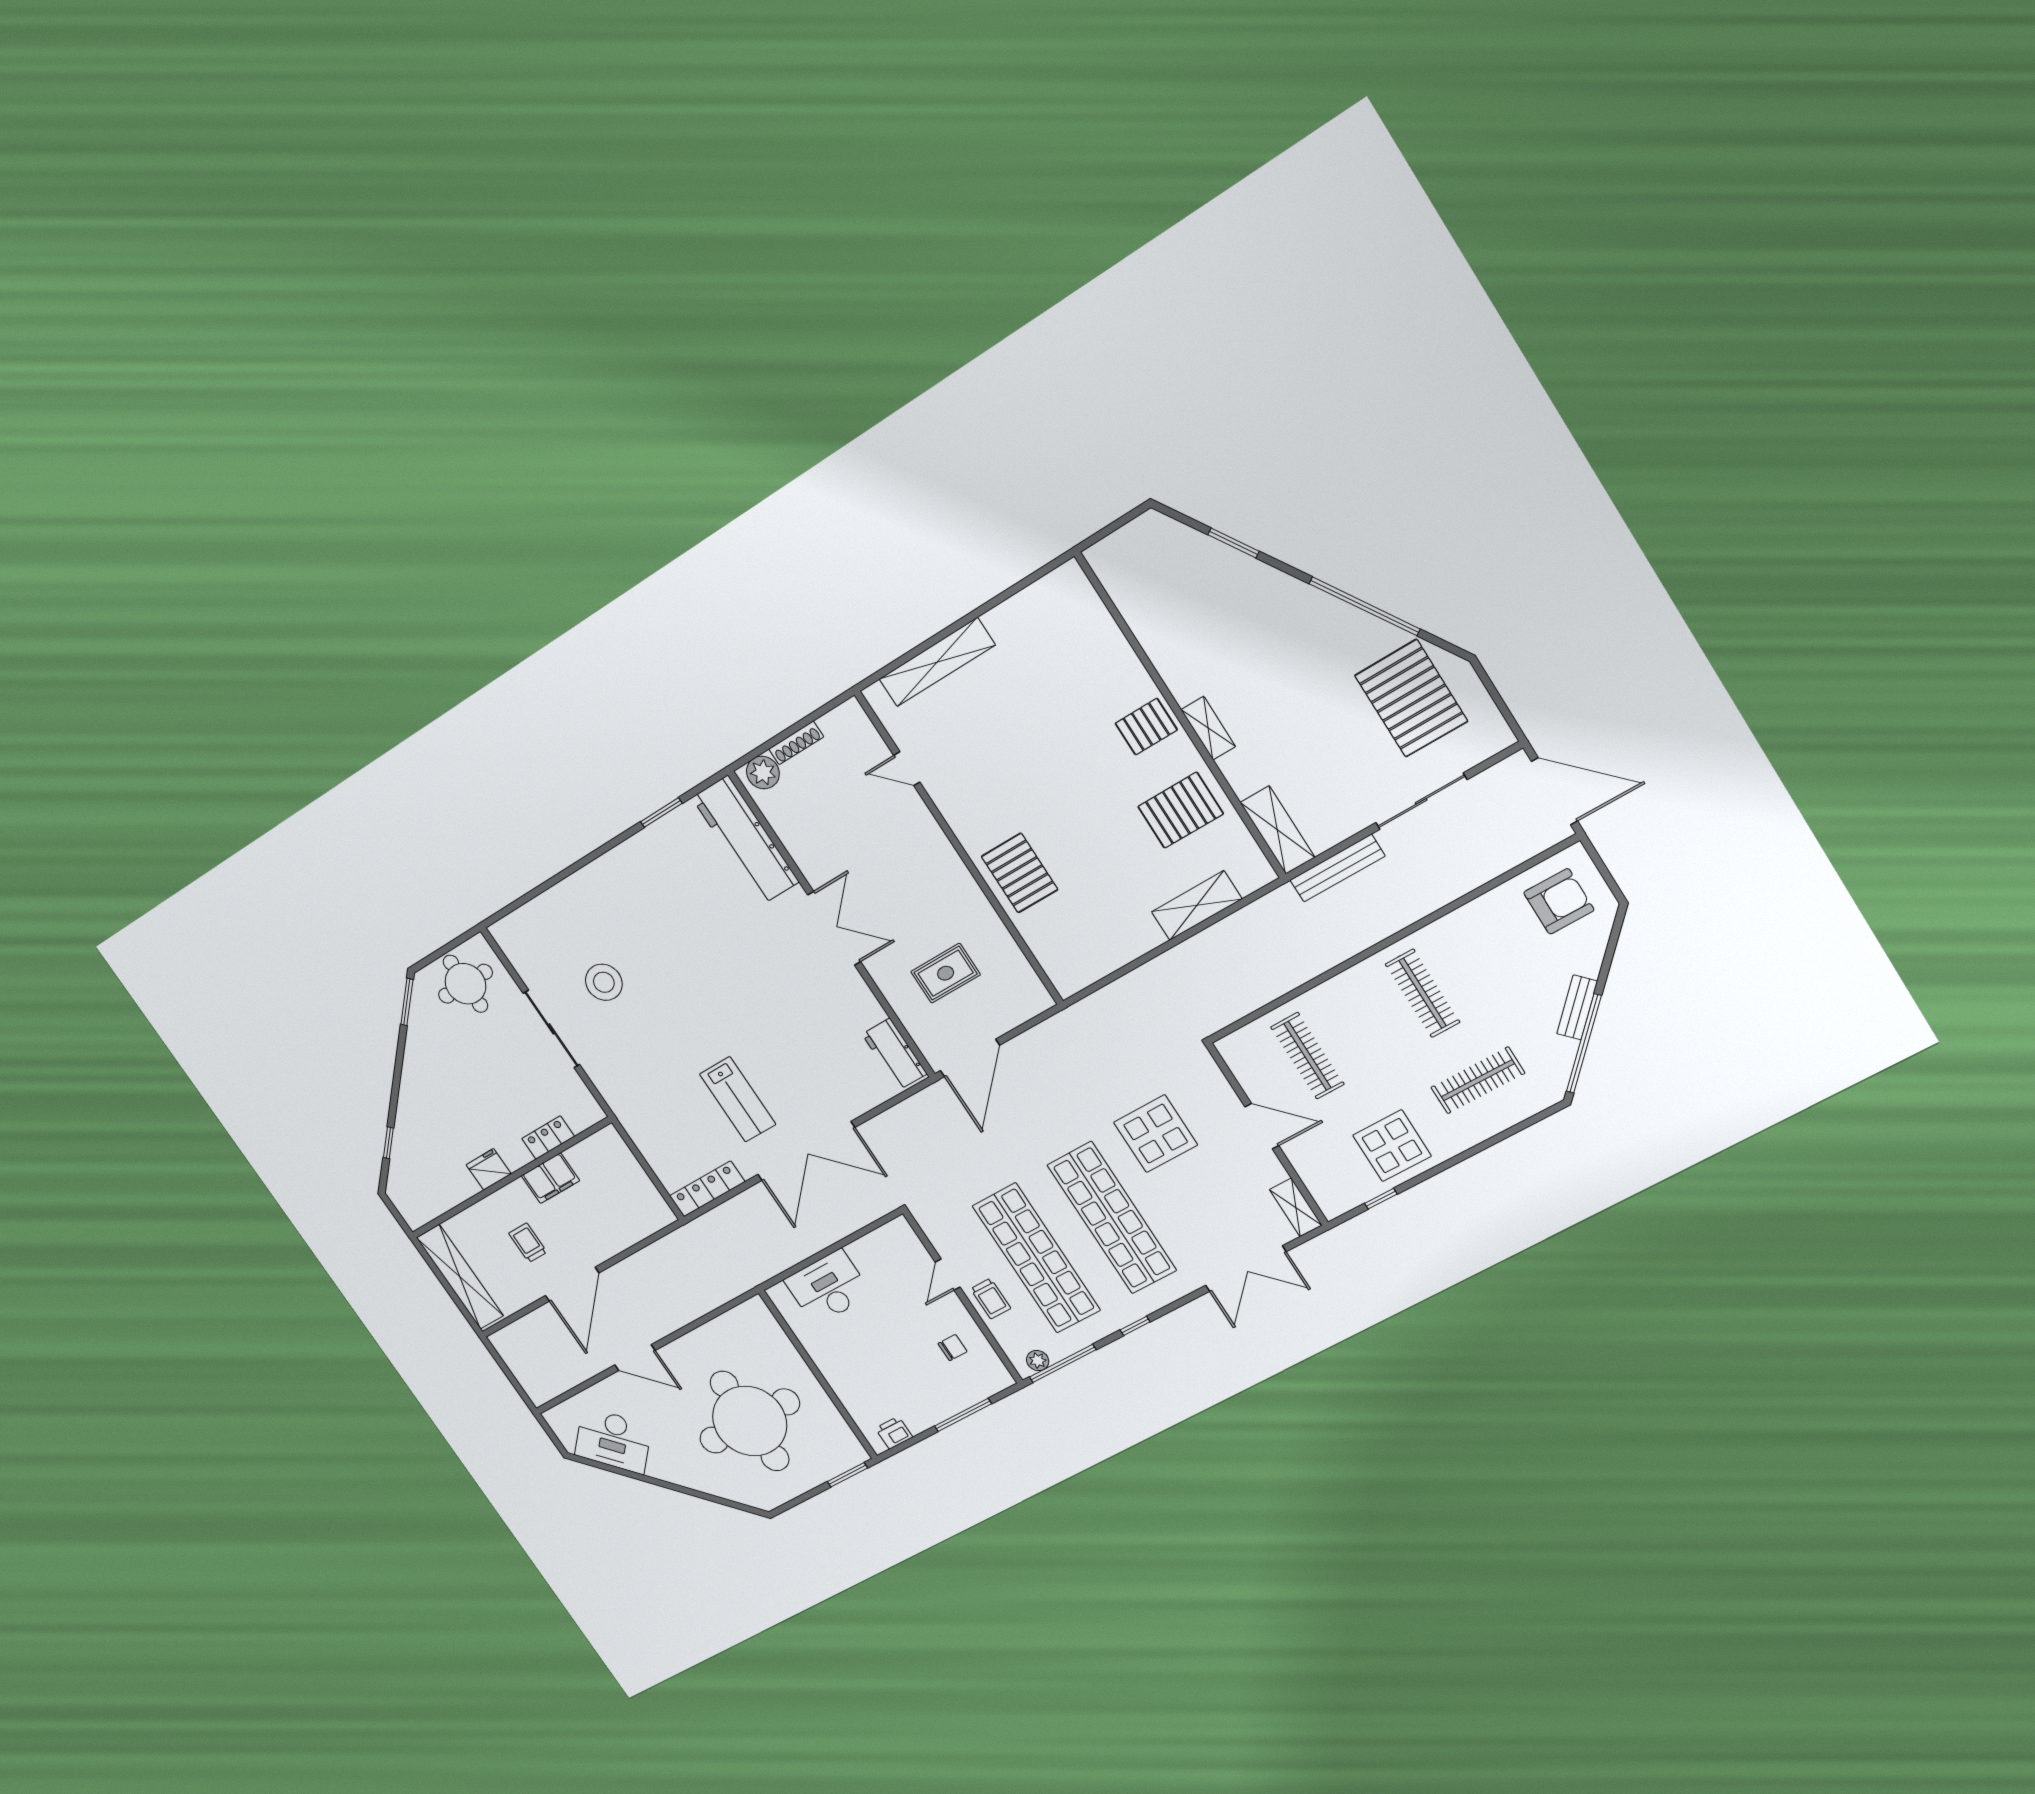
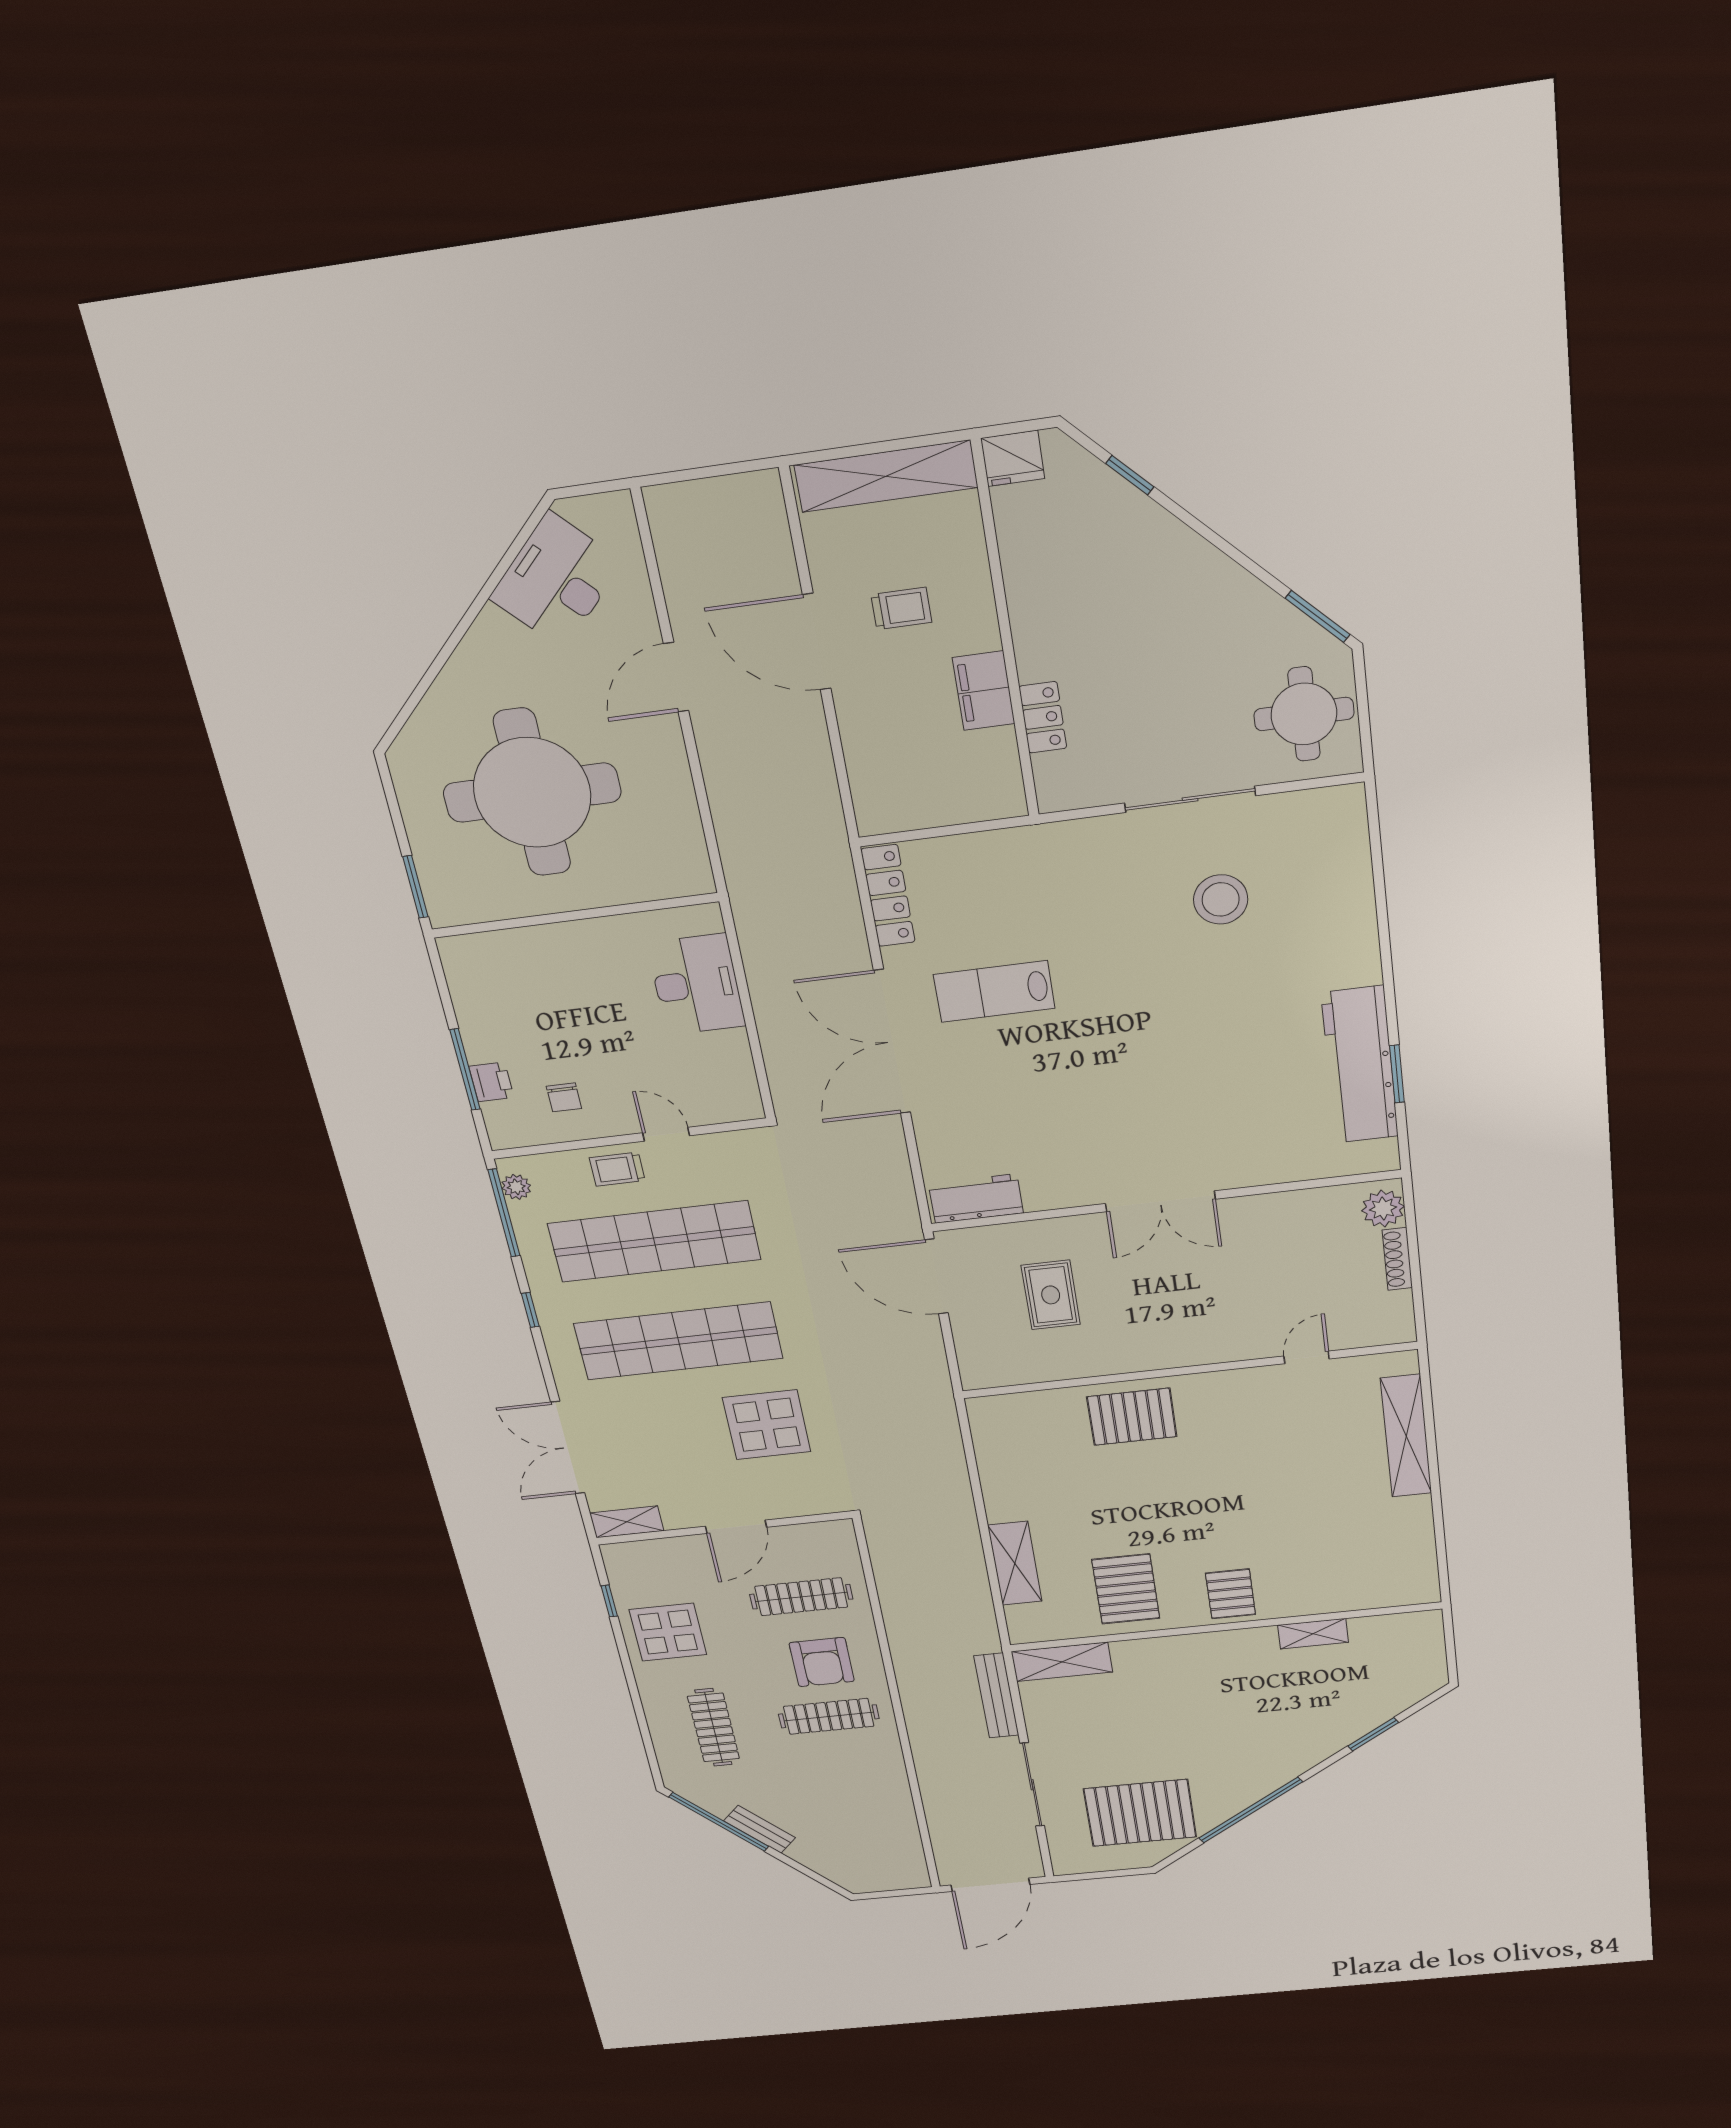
shelving: (1208, 728) -> (1313, 1634), moved
workbench: (746, 840) -> (1360, 1065), moved, turned -90
armchair: (1559, 901) -> (822, 1662), moved
fridge: (489, 1169) -> (1013, 458), moved, turned 90
printer: (894, 1433) -> (491, 1082), moved

